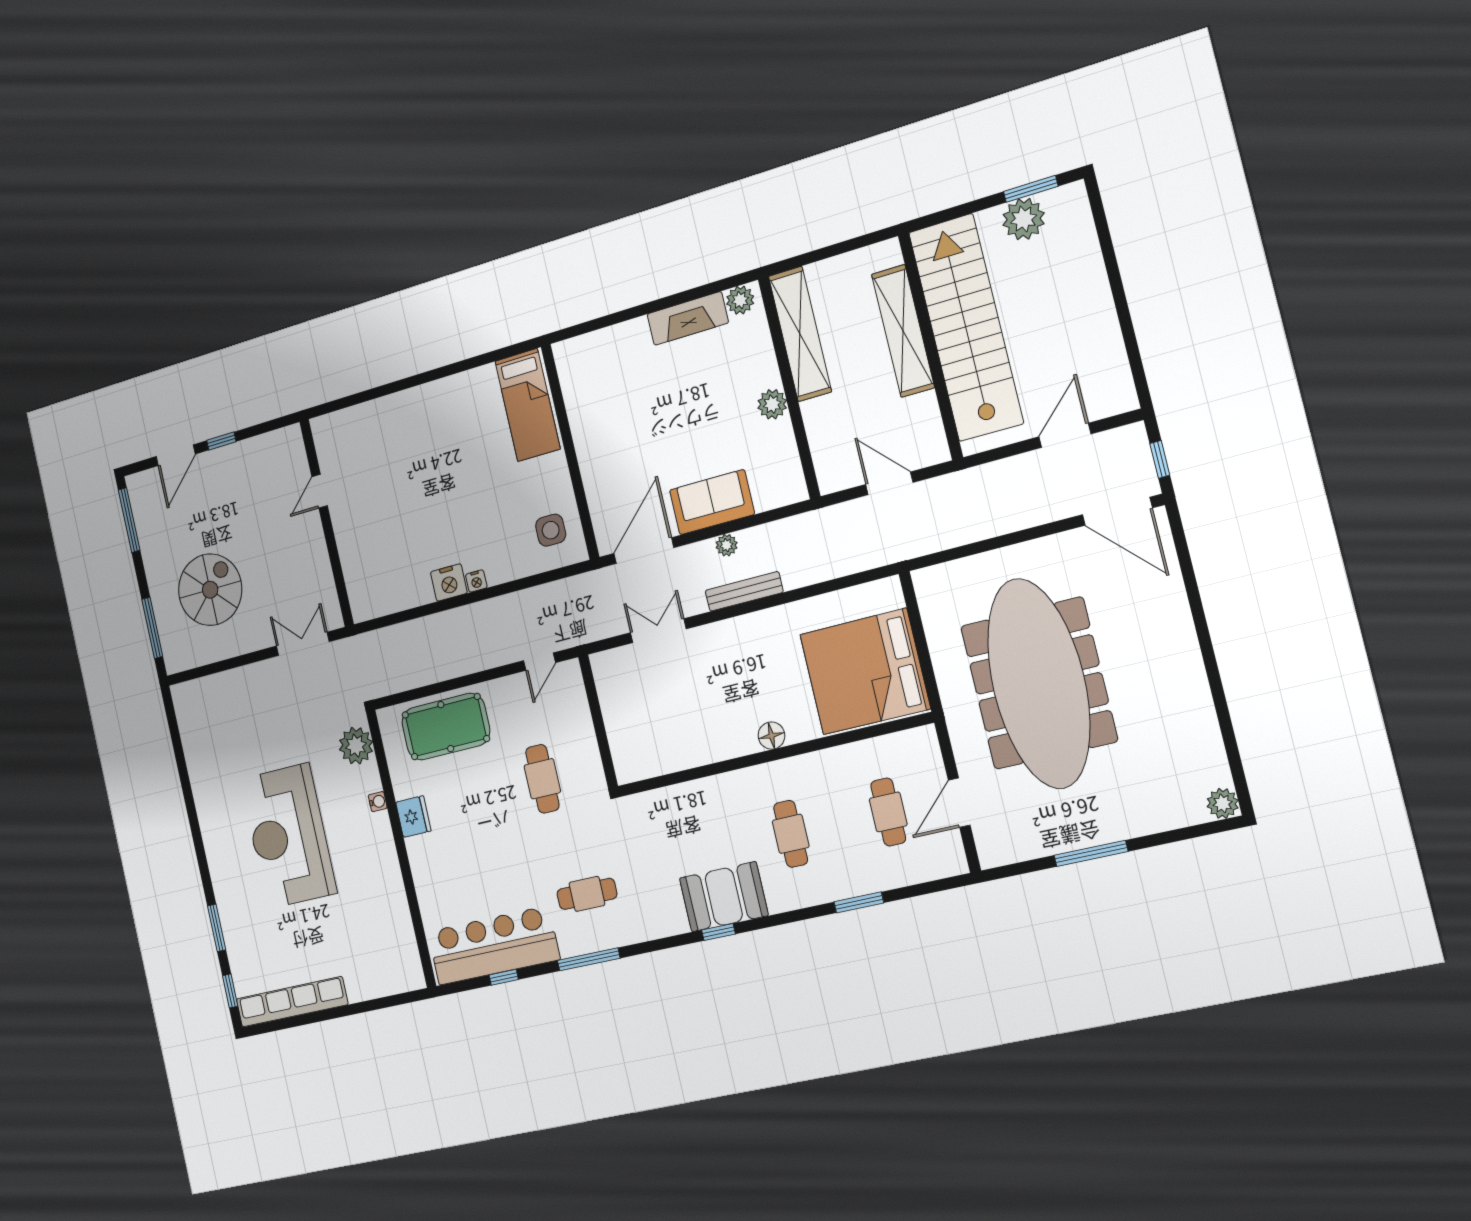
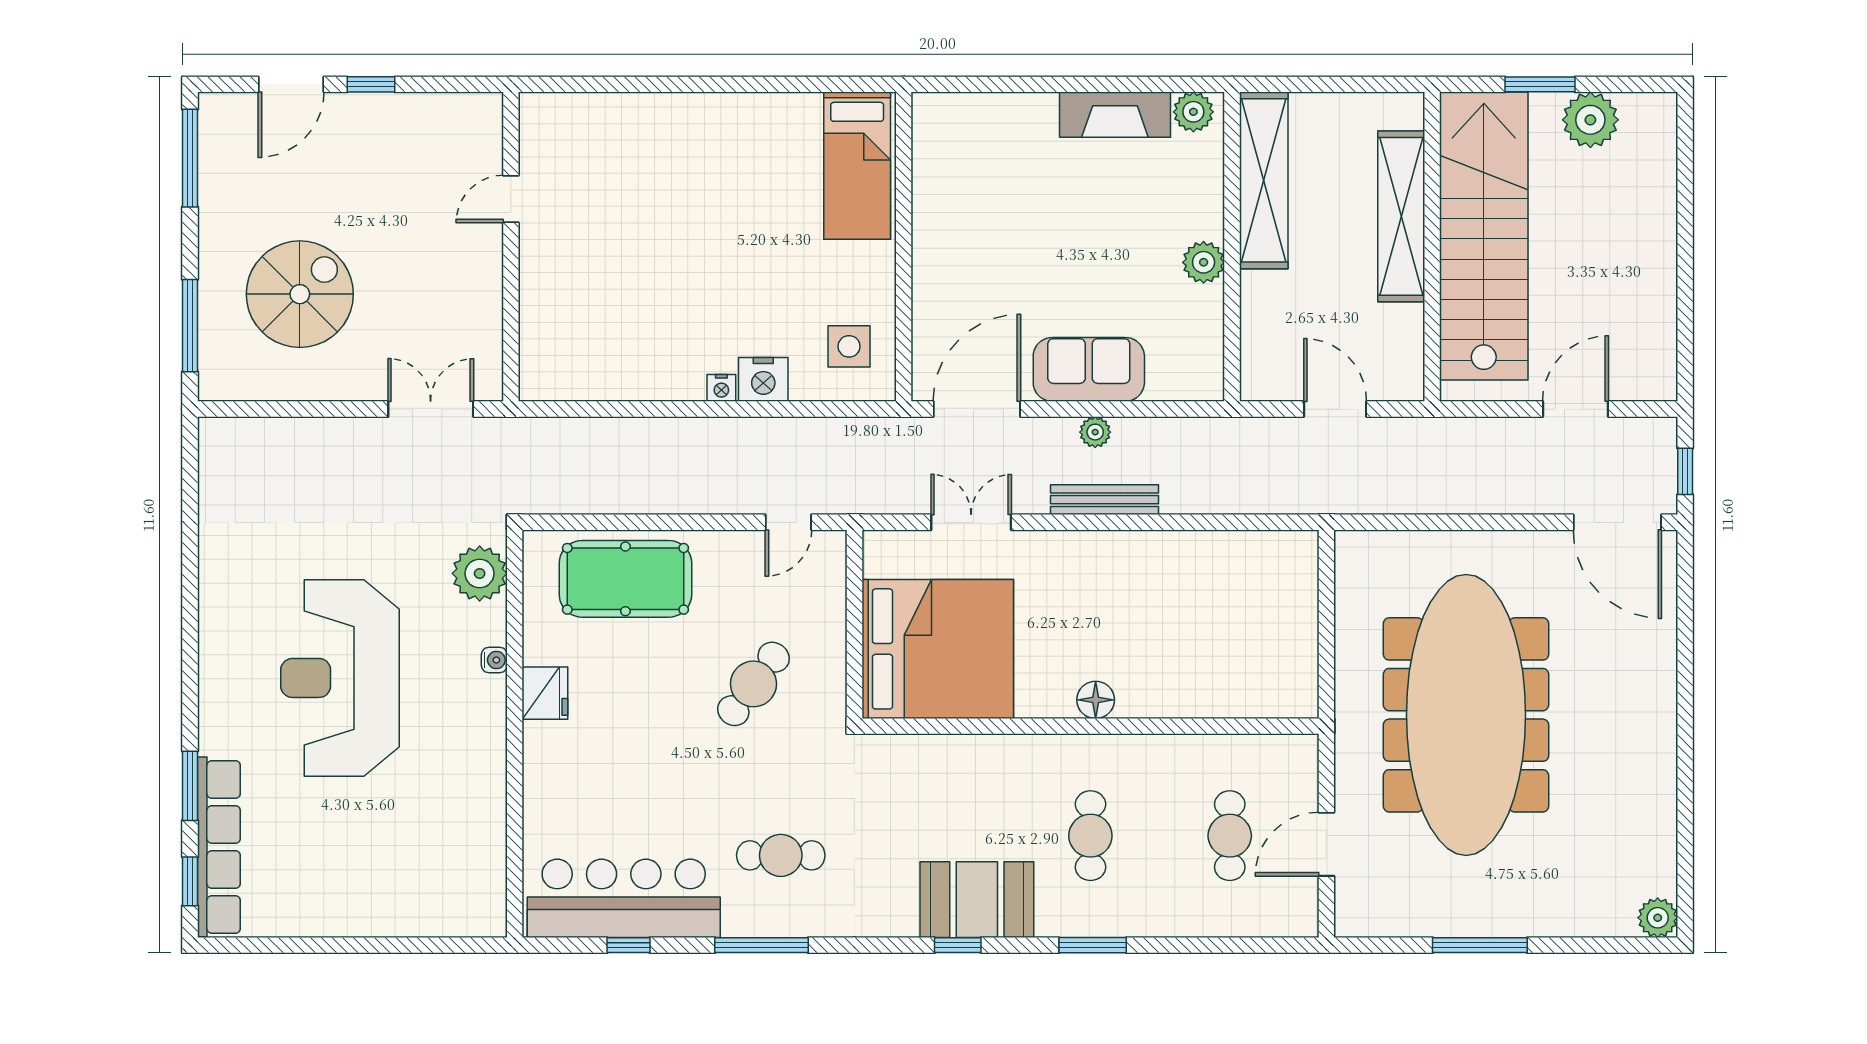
window: (1031, 189) -> (1540, 84), moved
nightstand: (449, 583) -> (763, 379), moved
bed: (865, 671) -> (938, 649), moved, turned 180
cafe table: (542, 779) -> (753, 684), turned 37
window: (859, 902) -> (1093, 945), moved
row of seats: (292, 1002) -> (219, 847), moved, turned 90

